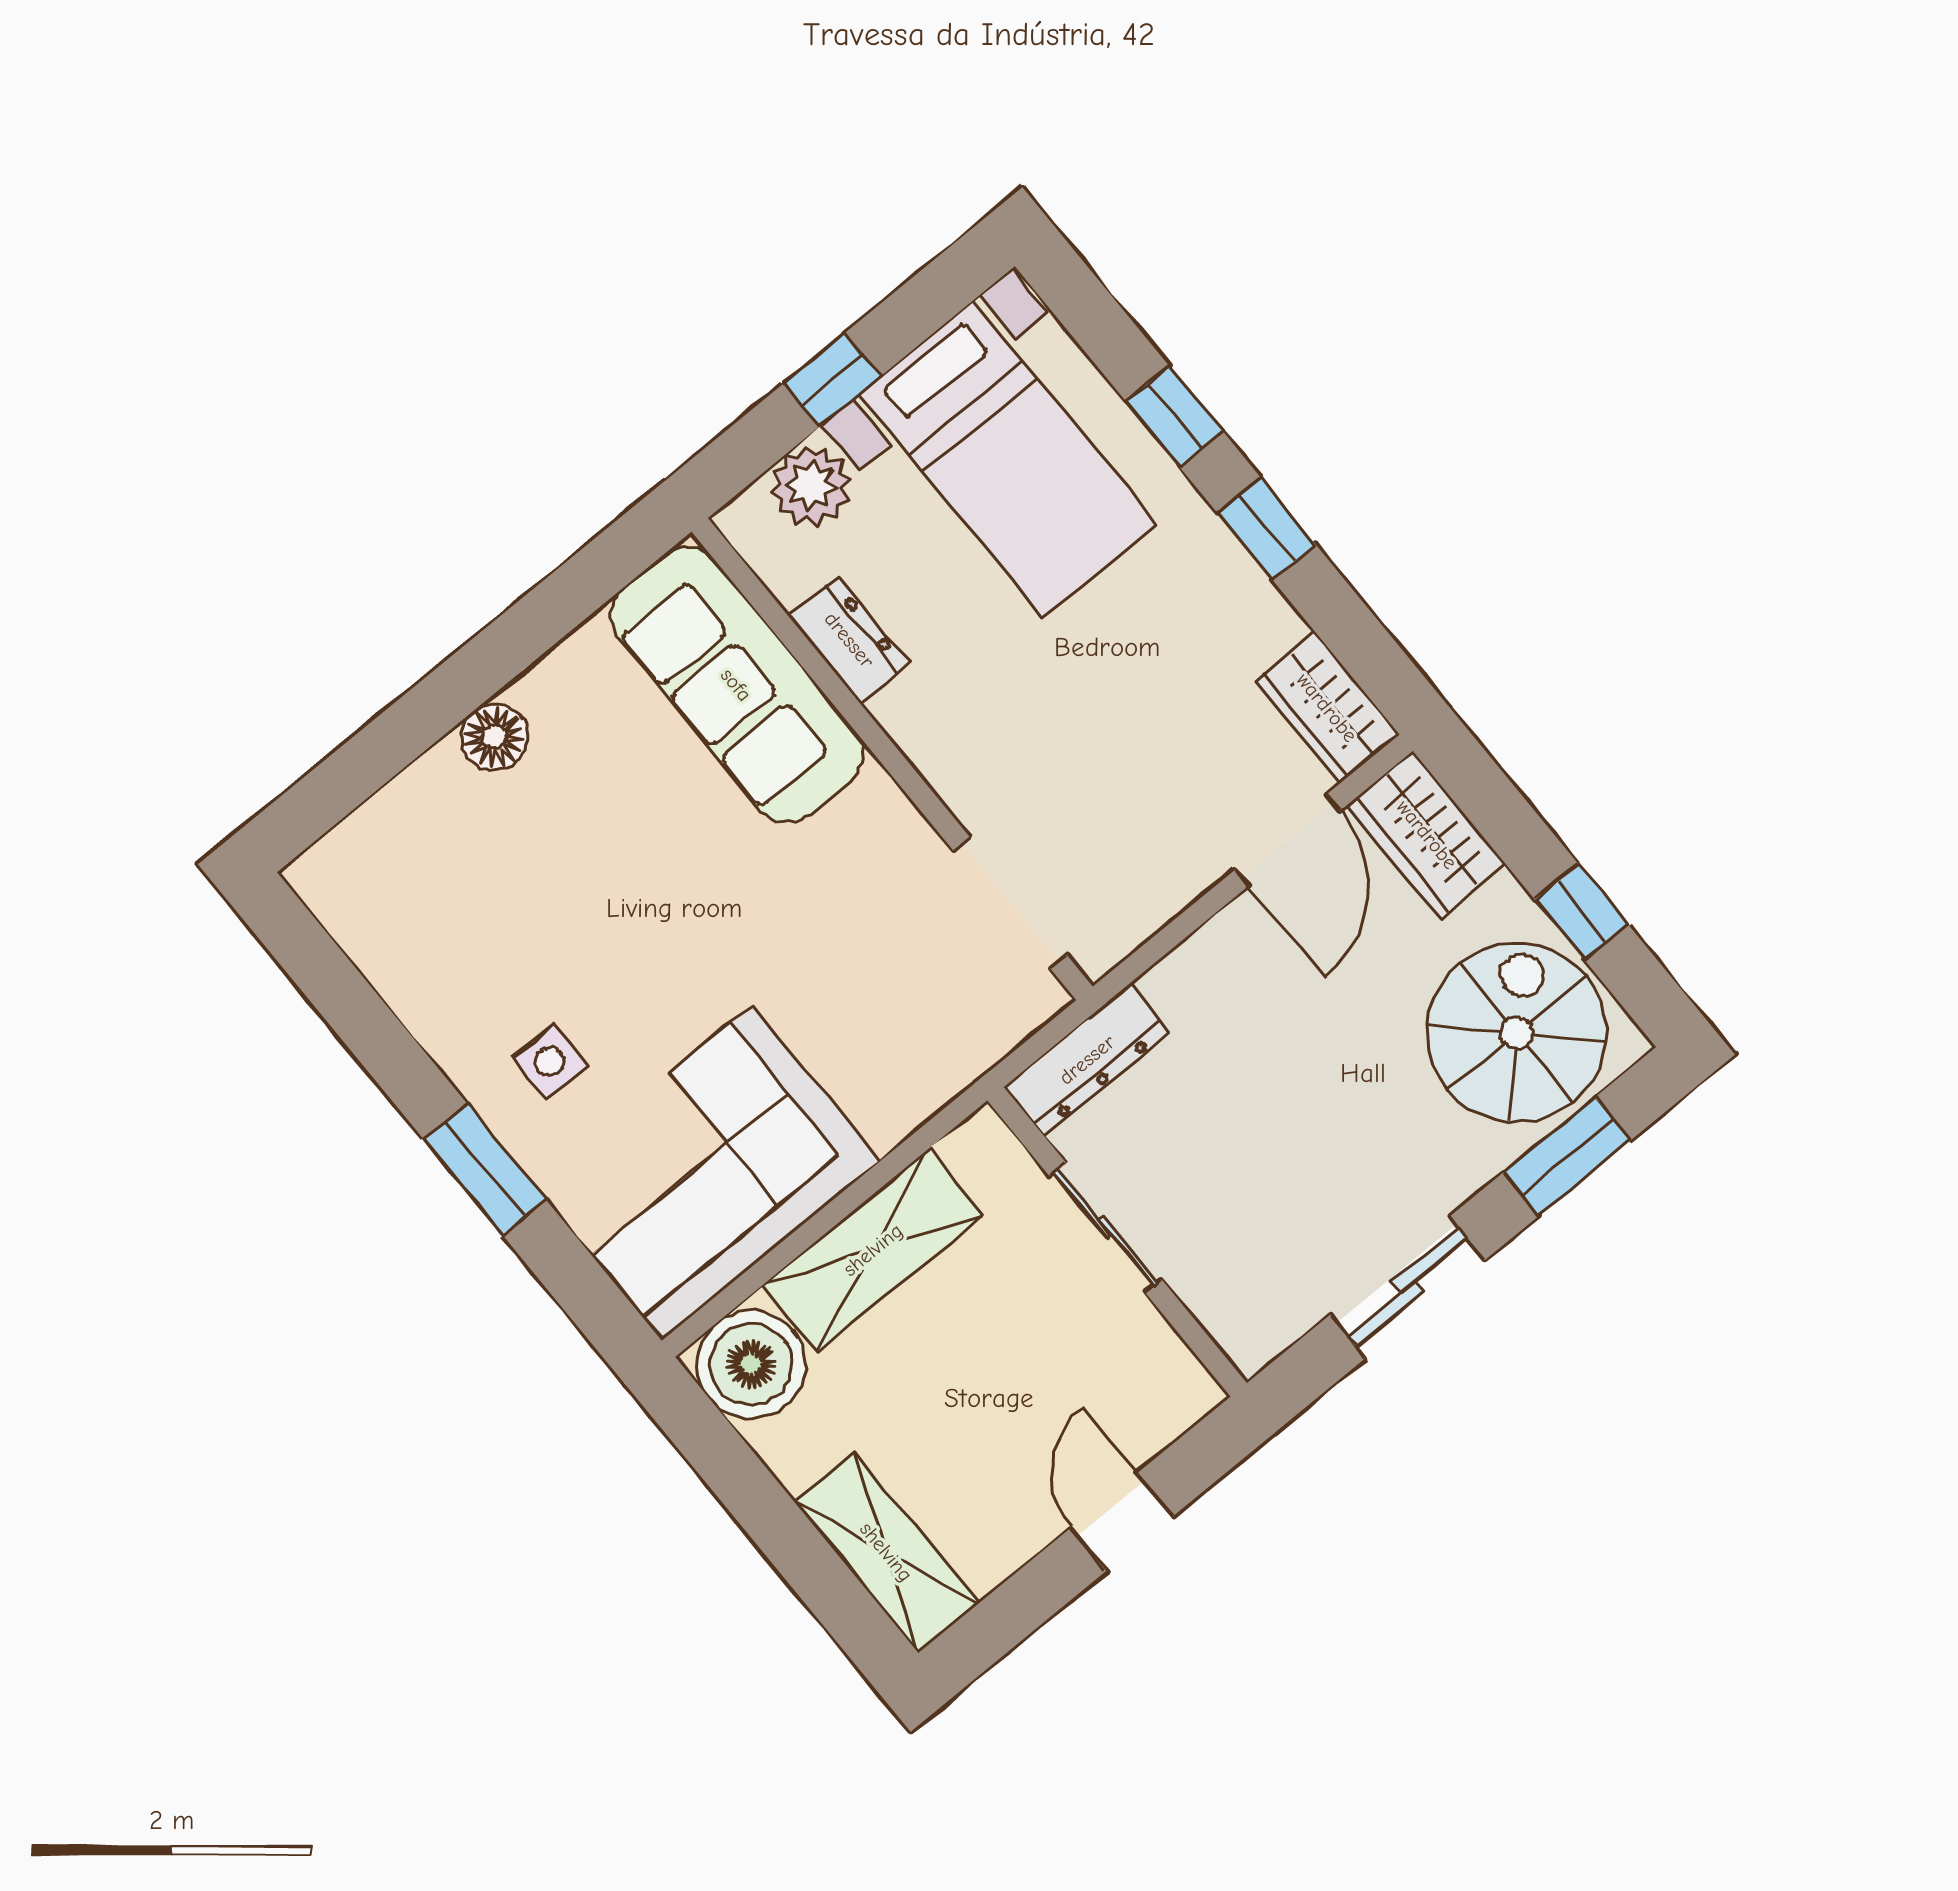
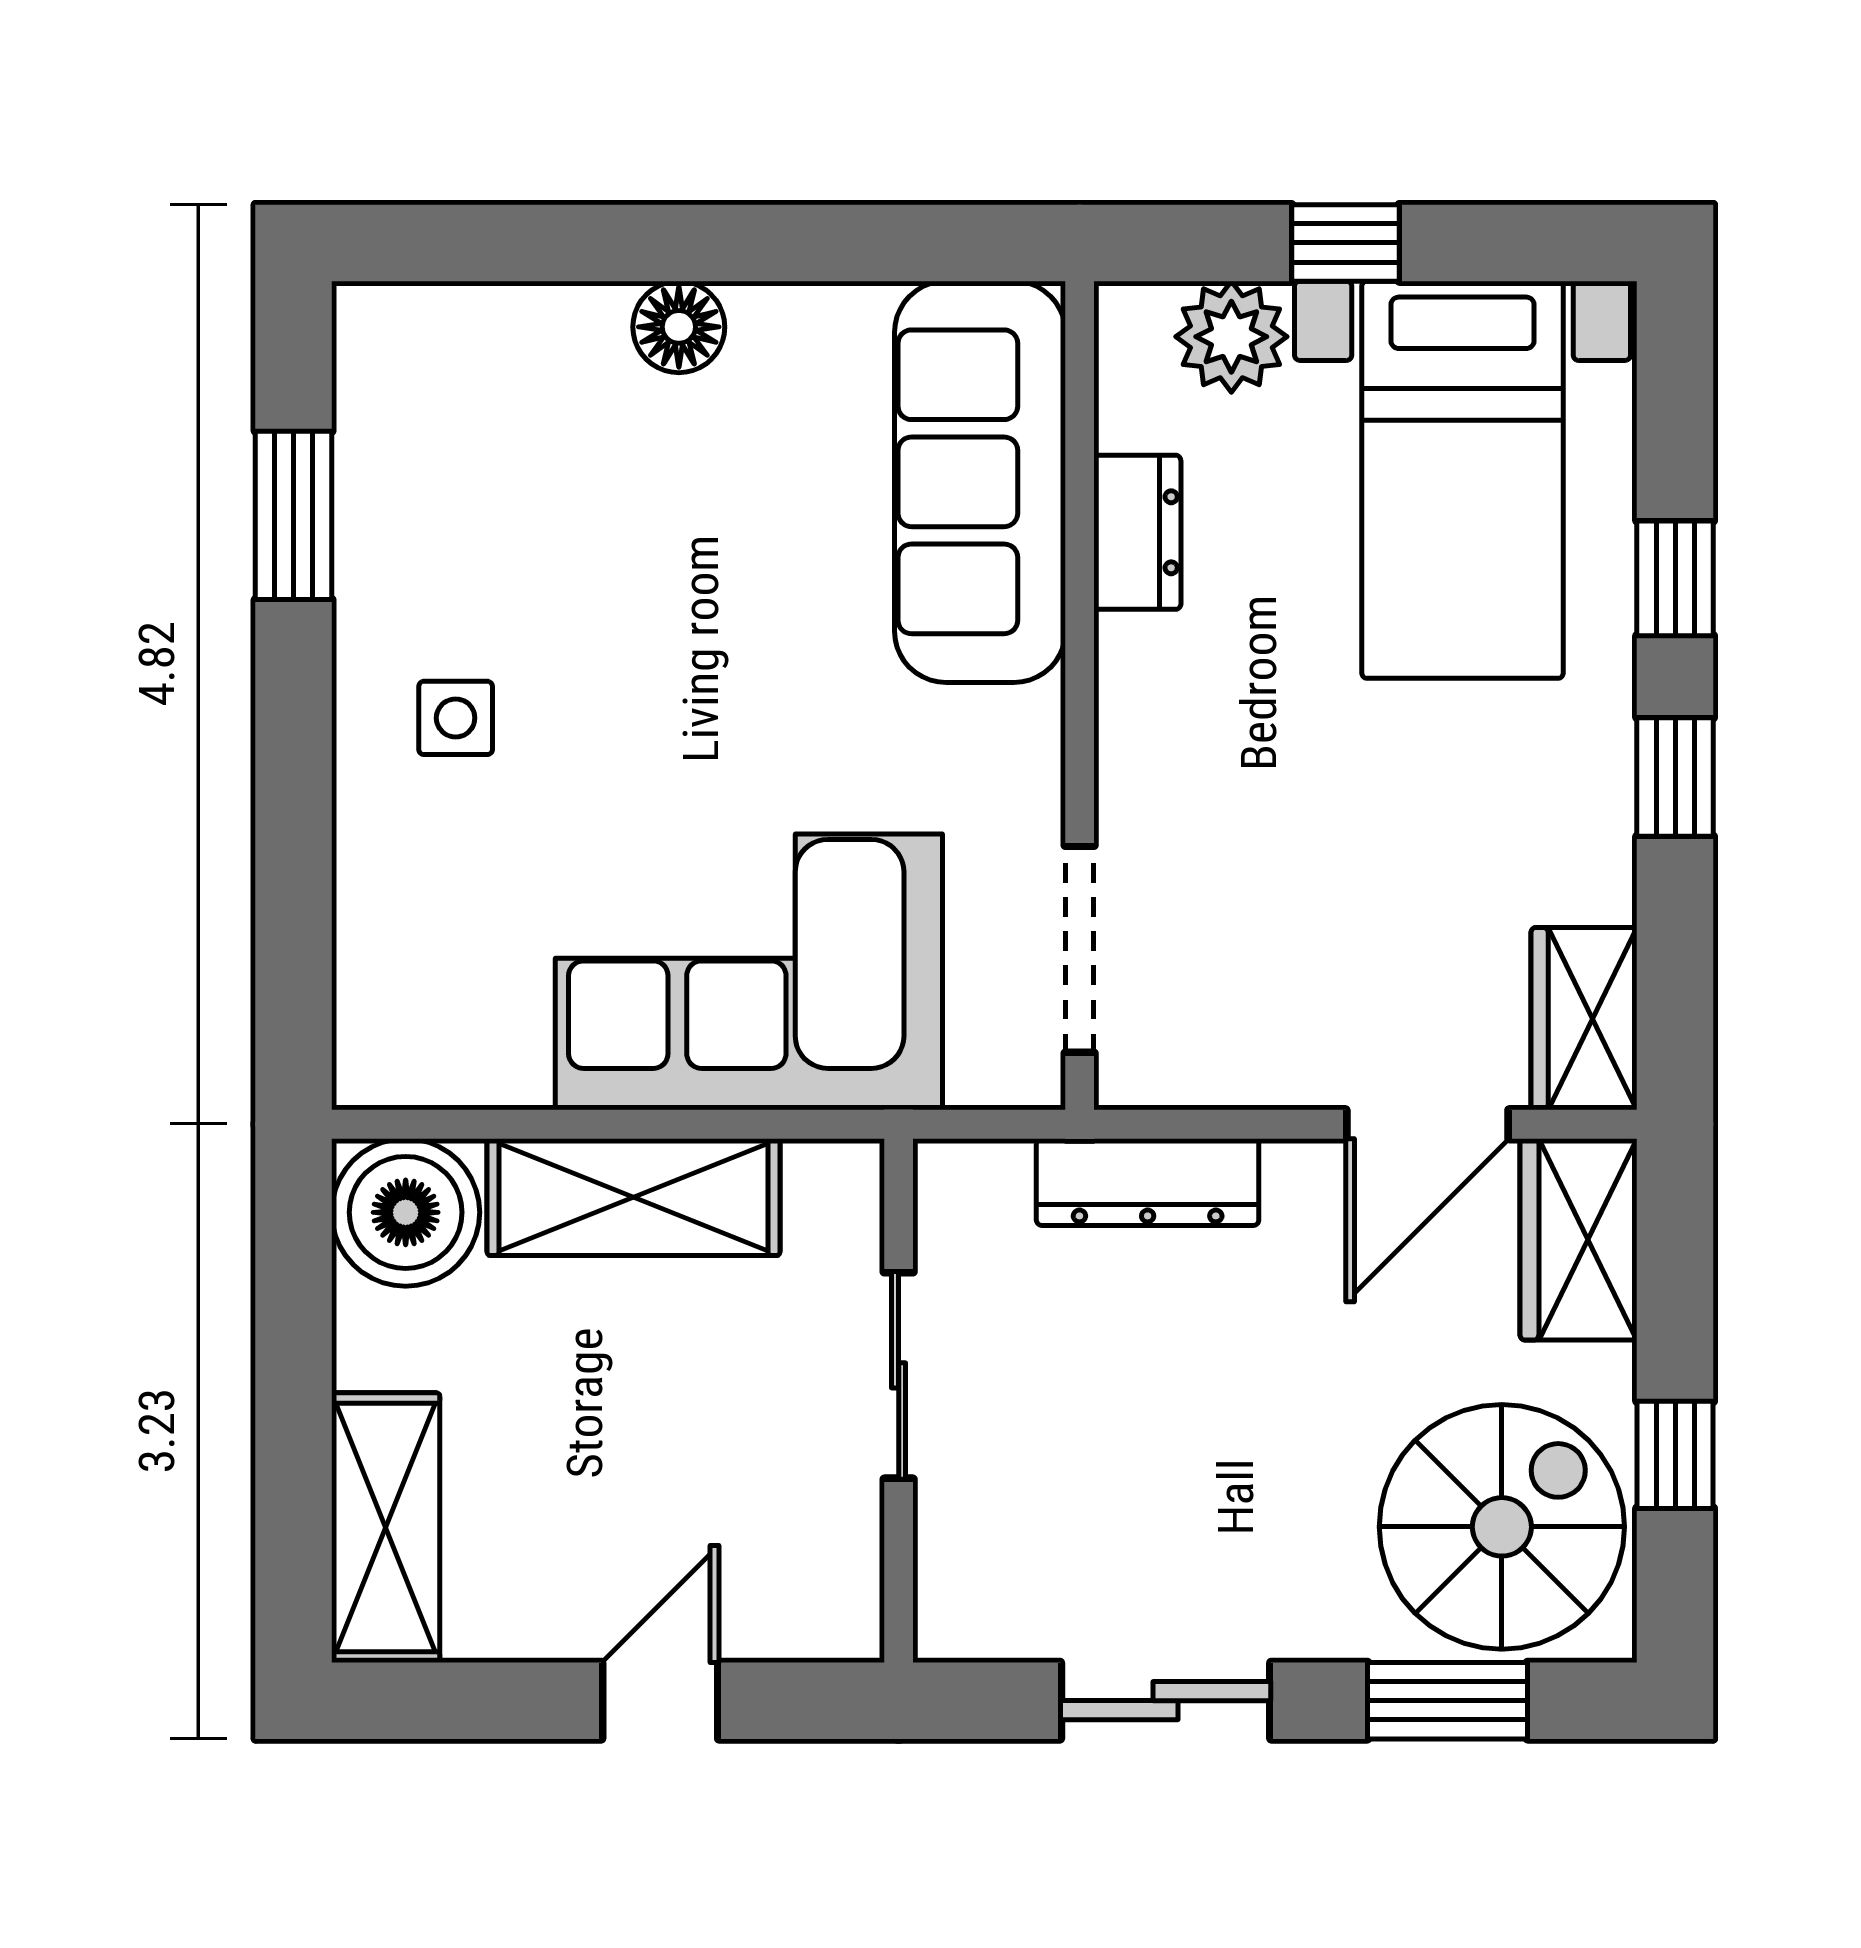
dresser: (1087, 1060) -> (1148, 1182), moved
window: (485, 1170) -> (294, 515), moved
corner sofa: (707, 1173) -> (749, 972), moved

